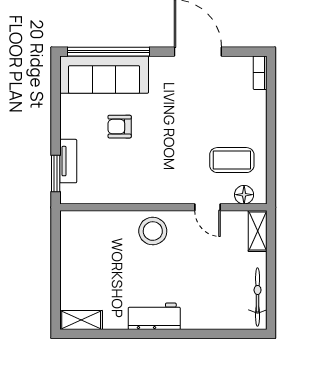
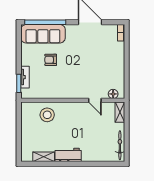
coffee table: (232, 160) -> (107, 77), removed
stool: (153, 231) -> (47, 115), moved
shelving: (81, 320) -> (44, 157), moved

